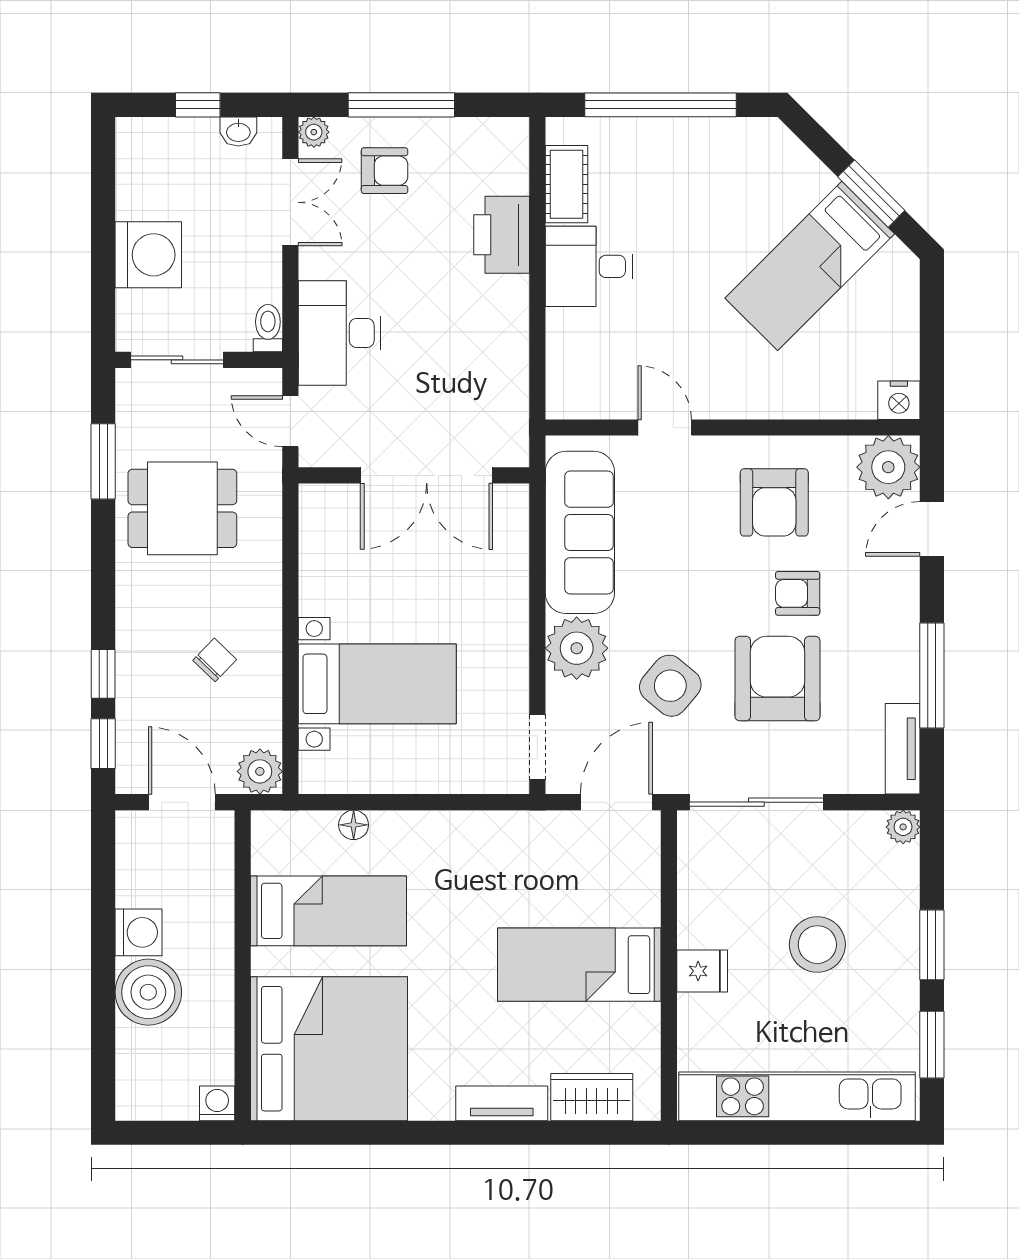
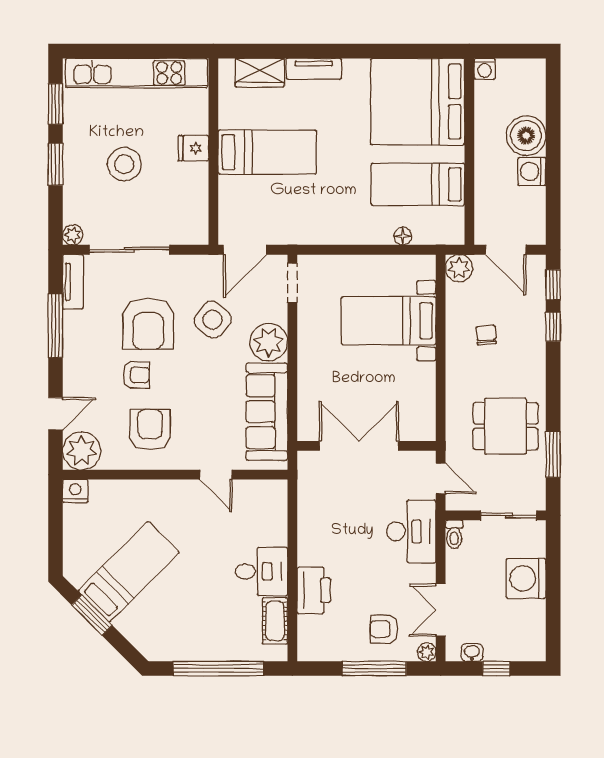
chair: (215, 660) -> (486, 335), turned 131
sliding door: (756, 802) -> (130, 250), moved

